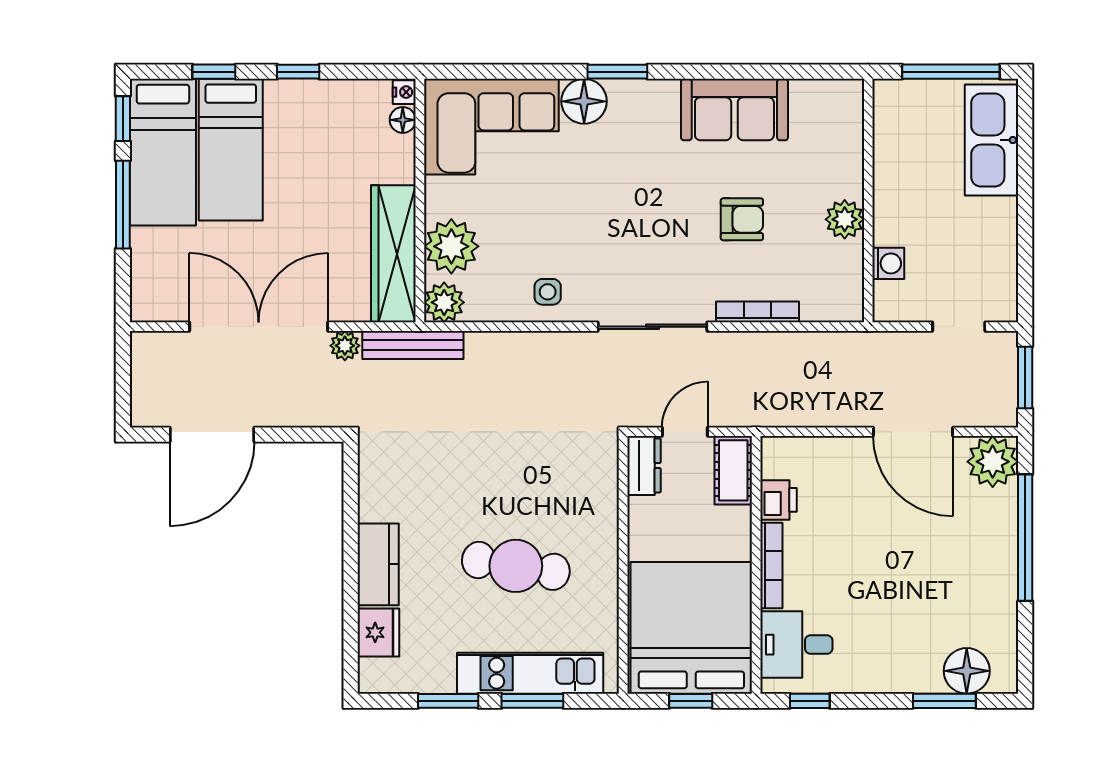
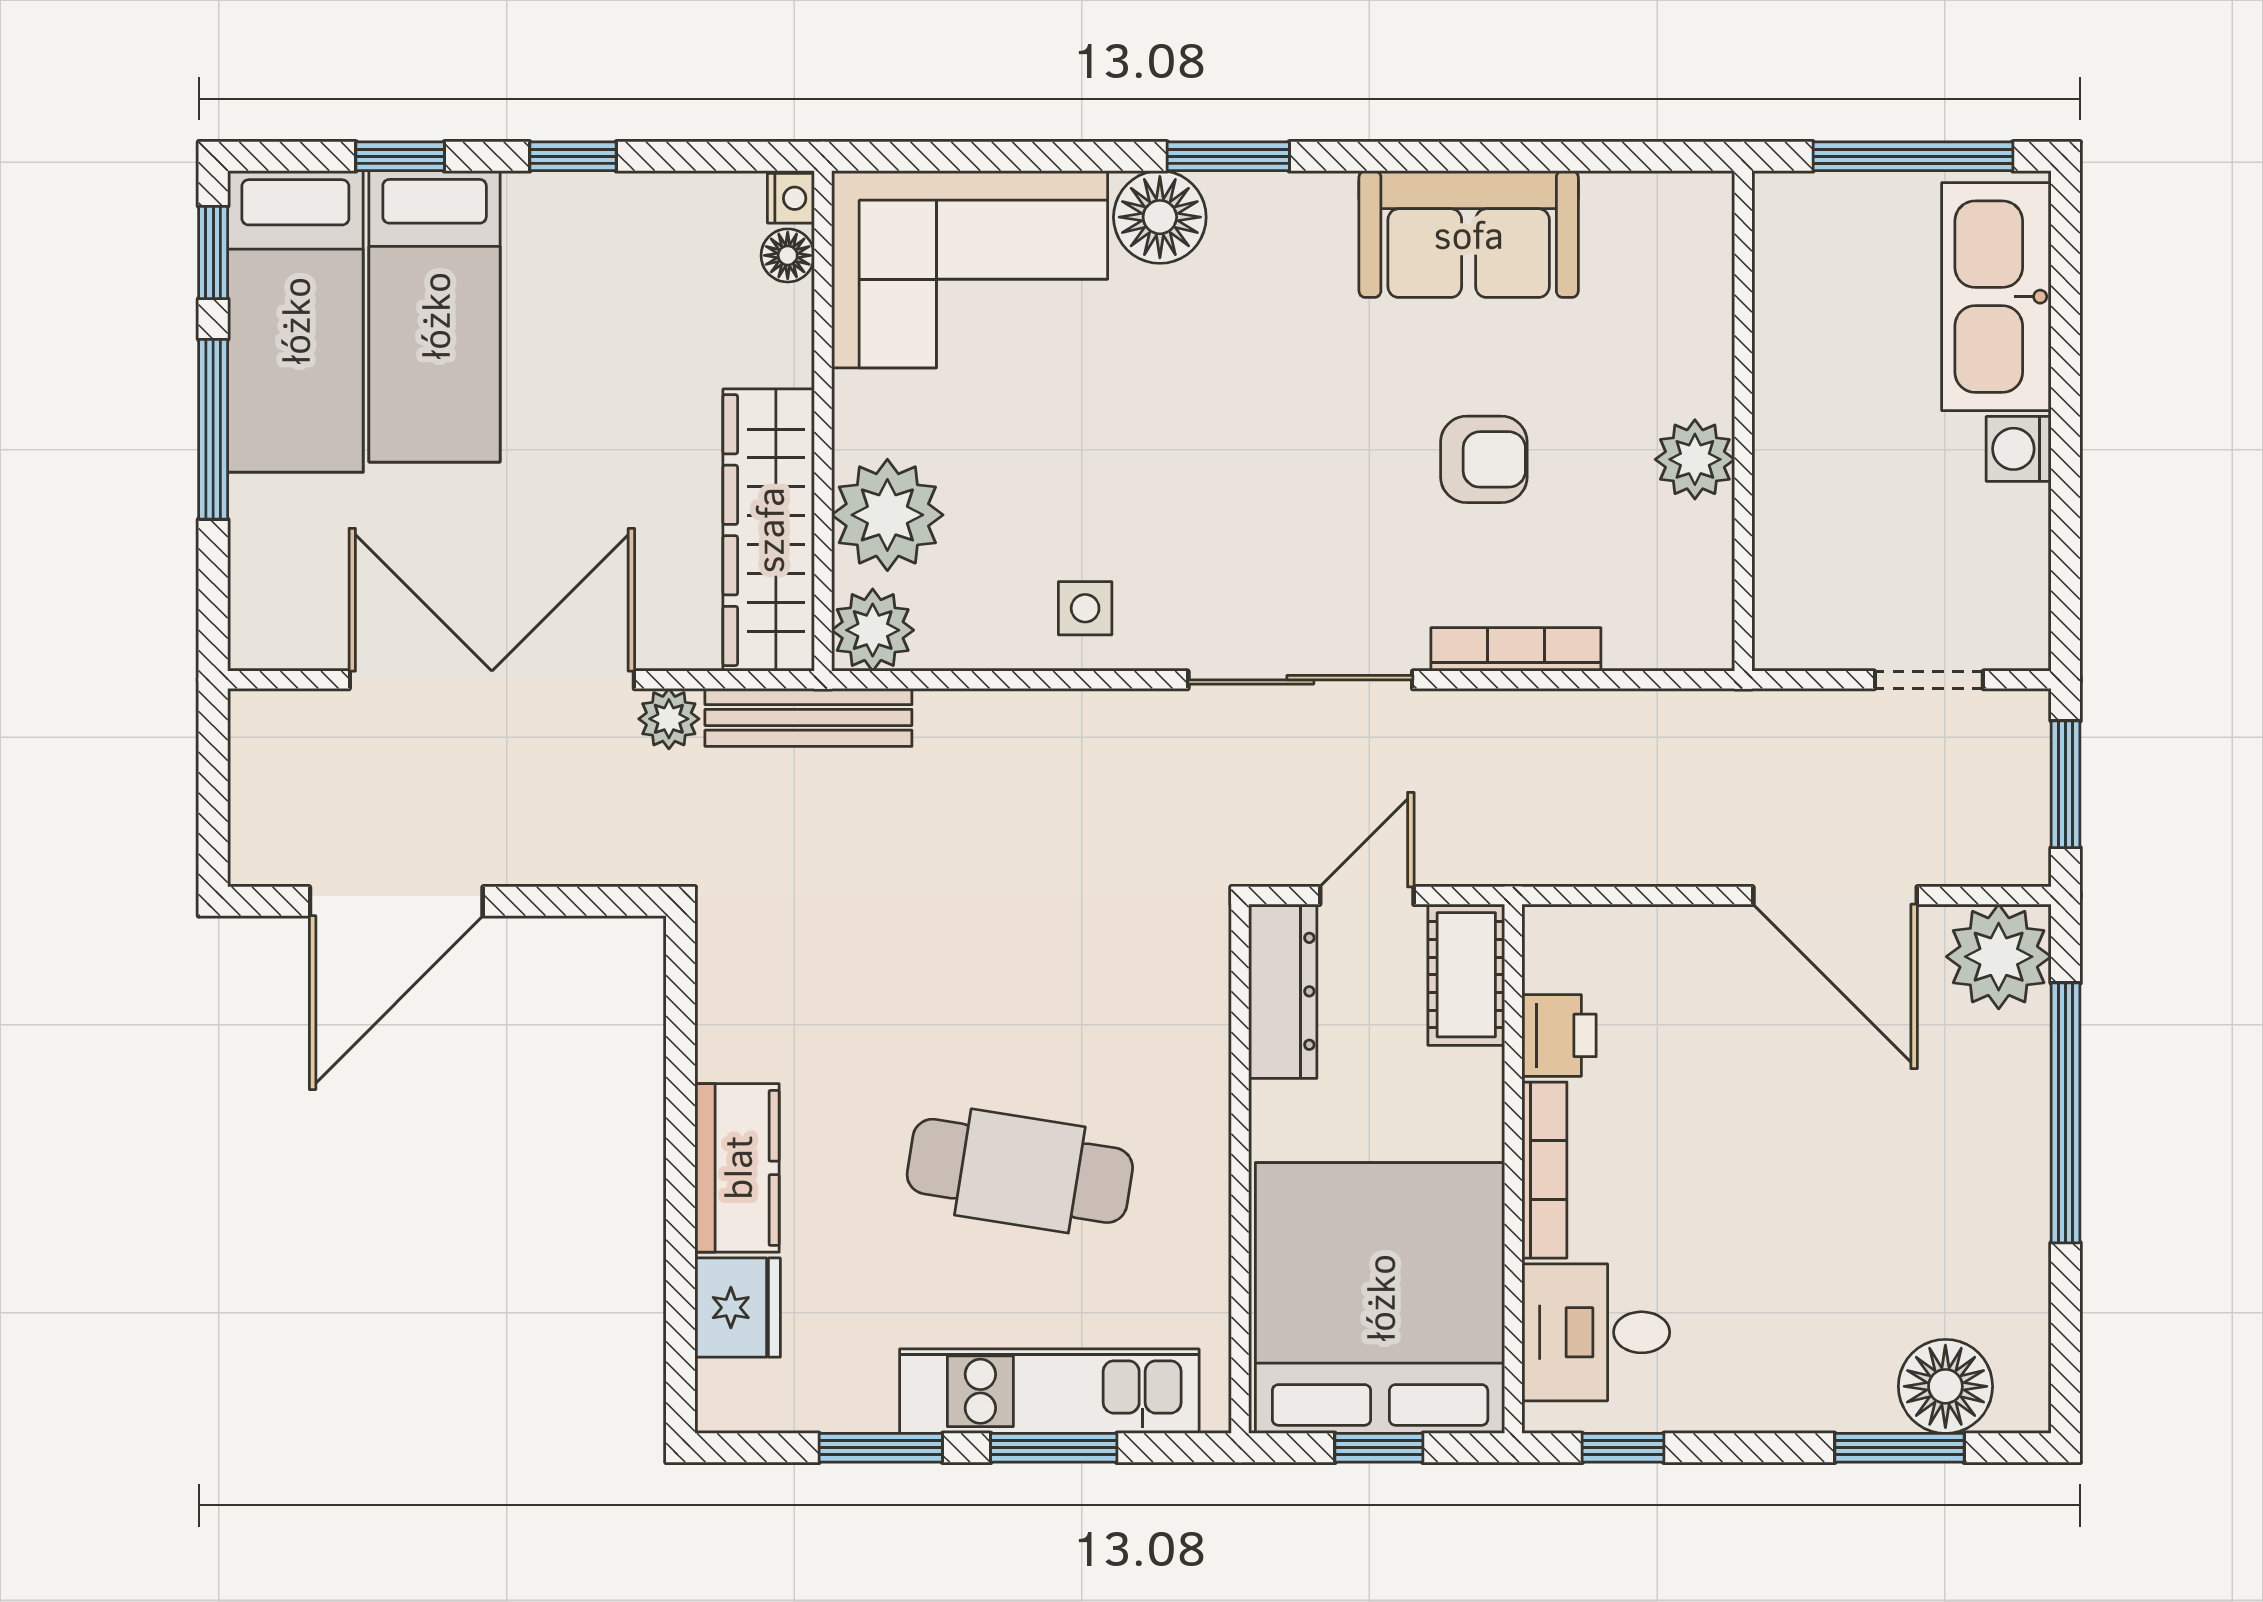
washing machine: (888, 263) -> (2019, 449), moved, turned 180
dresser: (644, 465) -> (1283, 991), width x1.44

